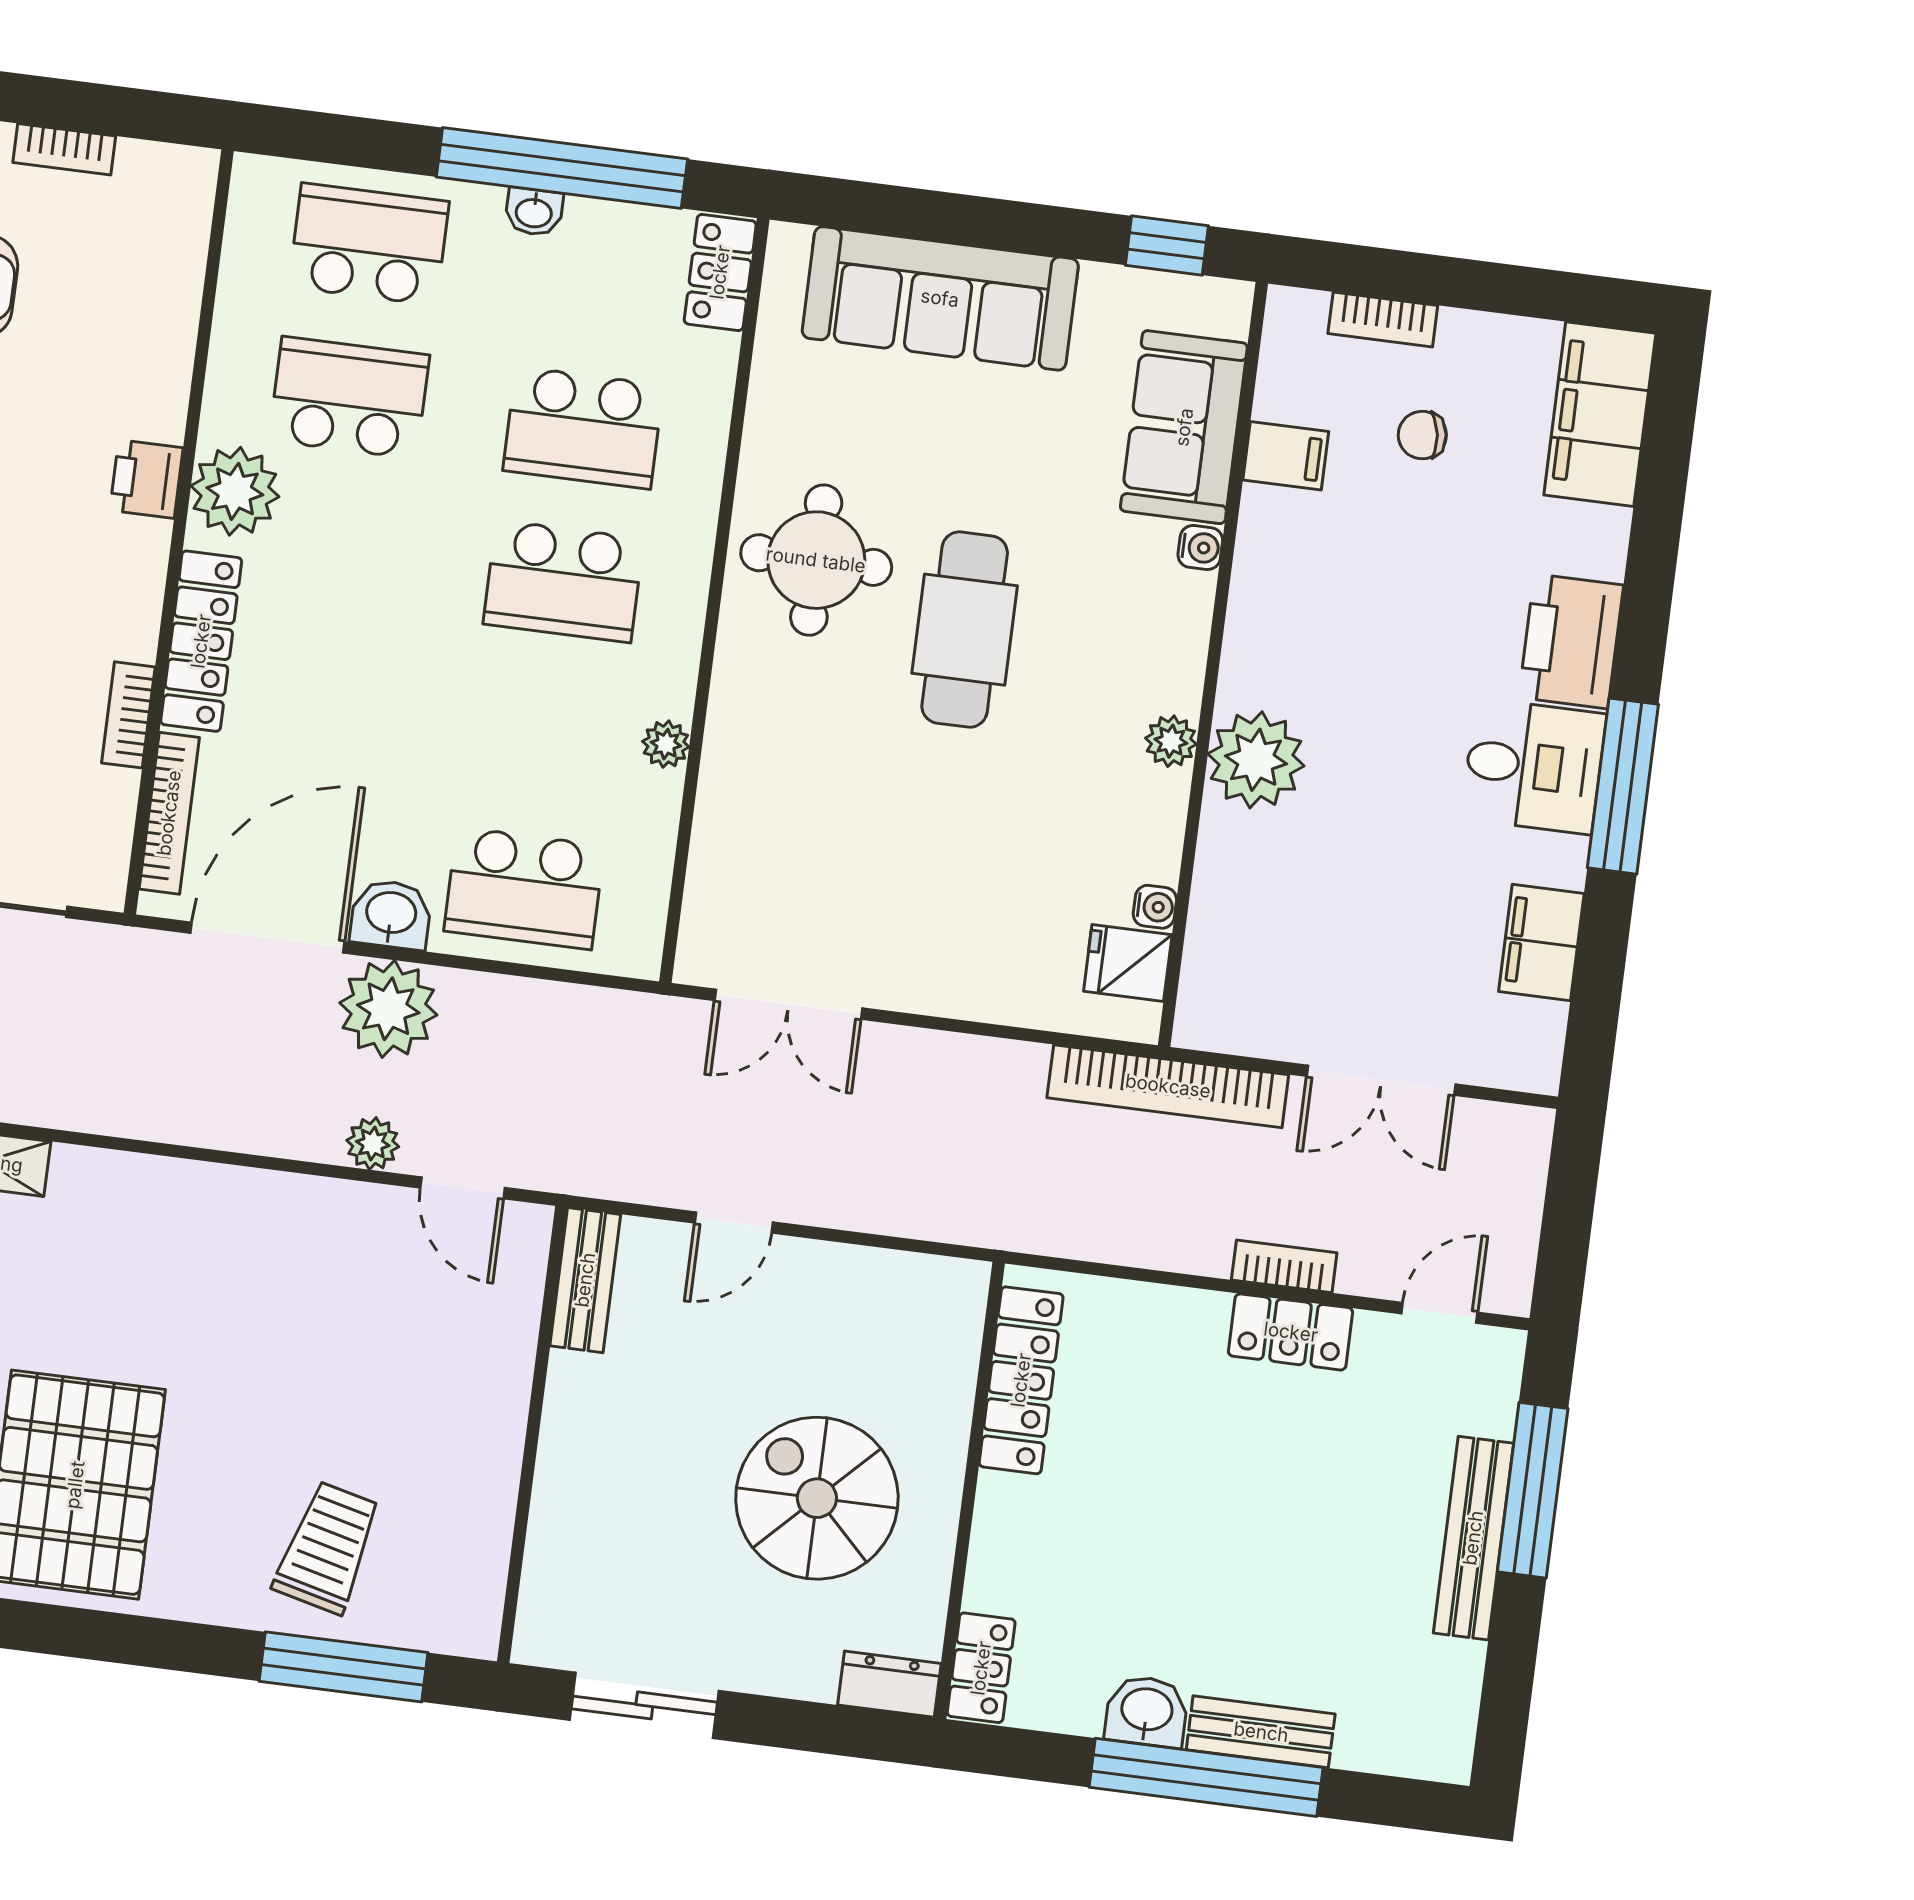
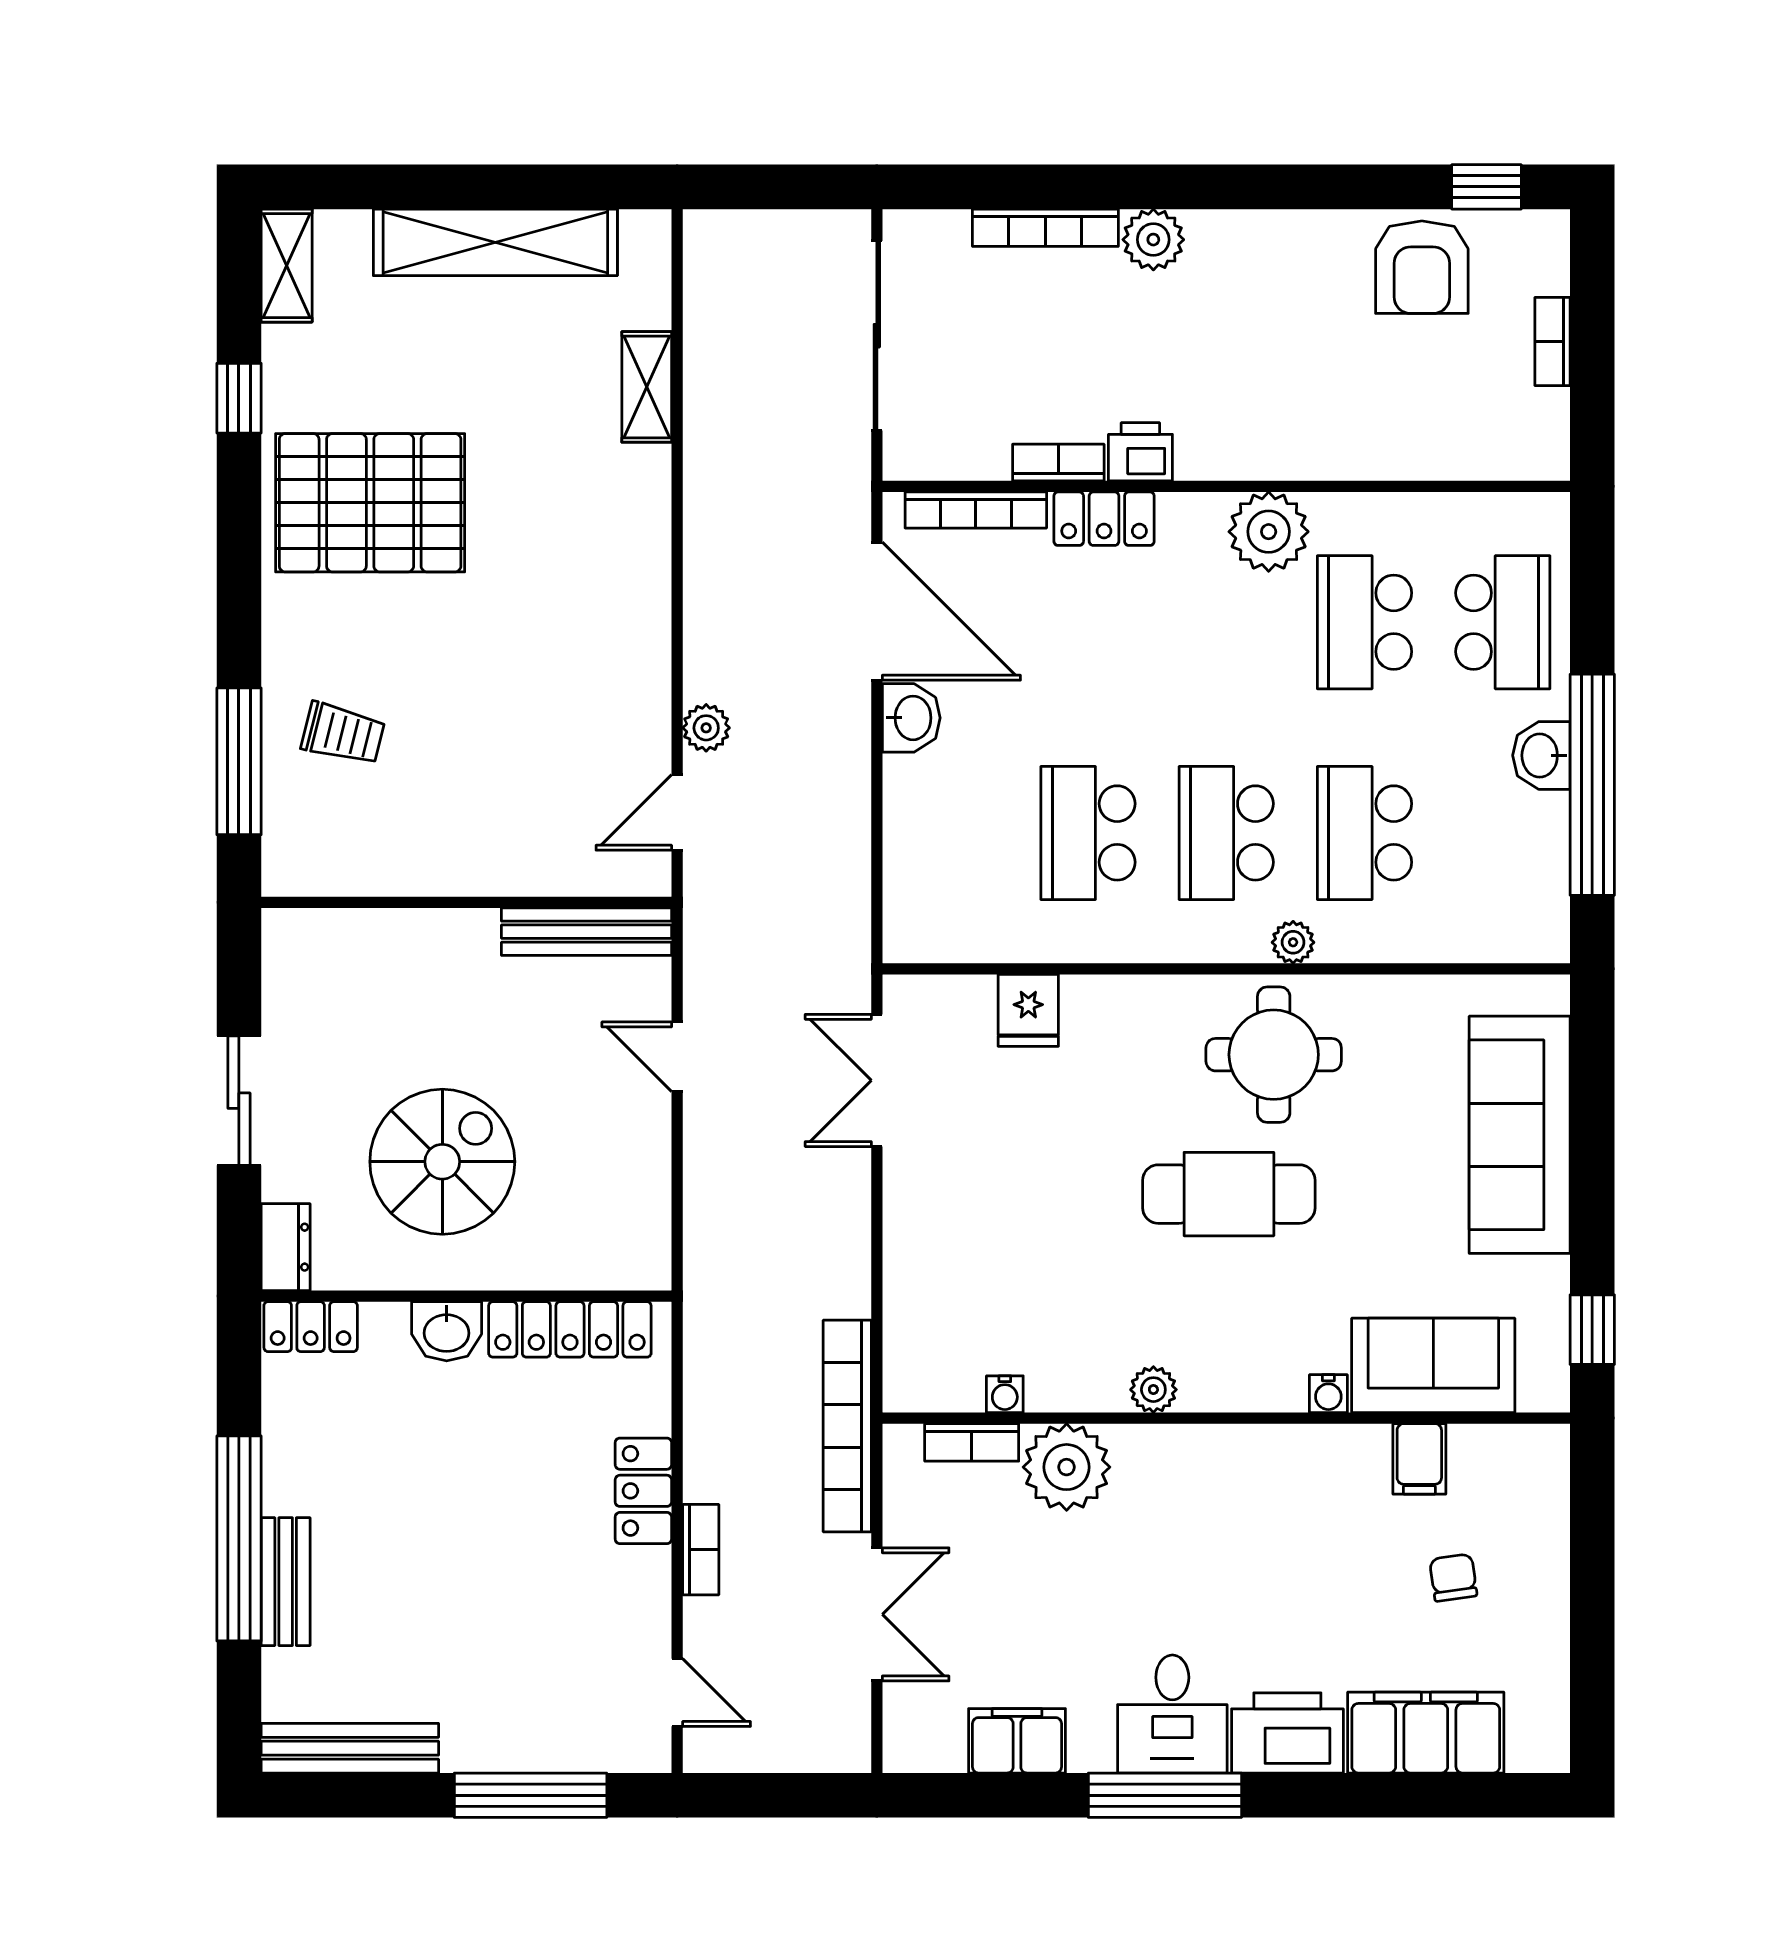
washbasin: (534, 212) -> (1541, 755), width x1.38, depth x1.45
locker: (720, 272) -> (1518, 937), removed
bookcase: (1383, 319) -> (972, 1442), moved, turned -90
school desk: (349, 398) -> (1364, 622), turned 180
filing cabinet: (1600, 414) -> (1426, 1733), moved
printer: (146, 479) -> (1140, 452), moved
locker: (201, 641) -> (1104, 519), width x0.66
plant: (666, 744) -> (1293, 942), moved
plant: (1256, 760) -> (1067, 1467), moved
school desk: (524, 888) -> (1088, 833), moved
fridge: (1128, 963) -> (1028, 1010), moved, turned 180
plant: (388, 1009) -> (827, 726), removed
double door: (1381, 1080) -> (877, 1614), swing flipped
bench: (585, 1280) -> (587, 932), width x1.36
locker: (1291, 1332) -> (643, 1491), moved
bench: (1473, 1538) -> (350, 1748), moved
trolley: (328, 1548) -> (343, 734), width x0.73, depth x0.72
sliding door: (644, 1705) -> (239, 1101), moved
washbasin: (1147, 1711) -> (447, 1331), moved, turned 90

